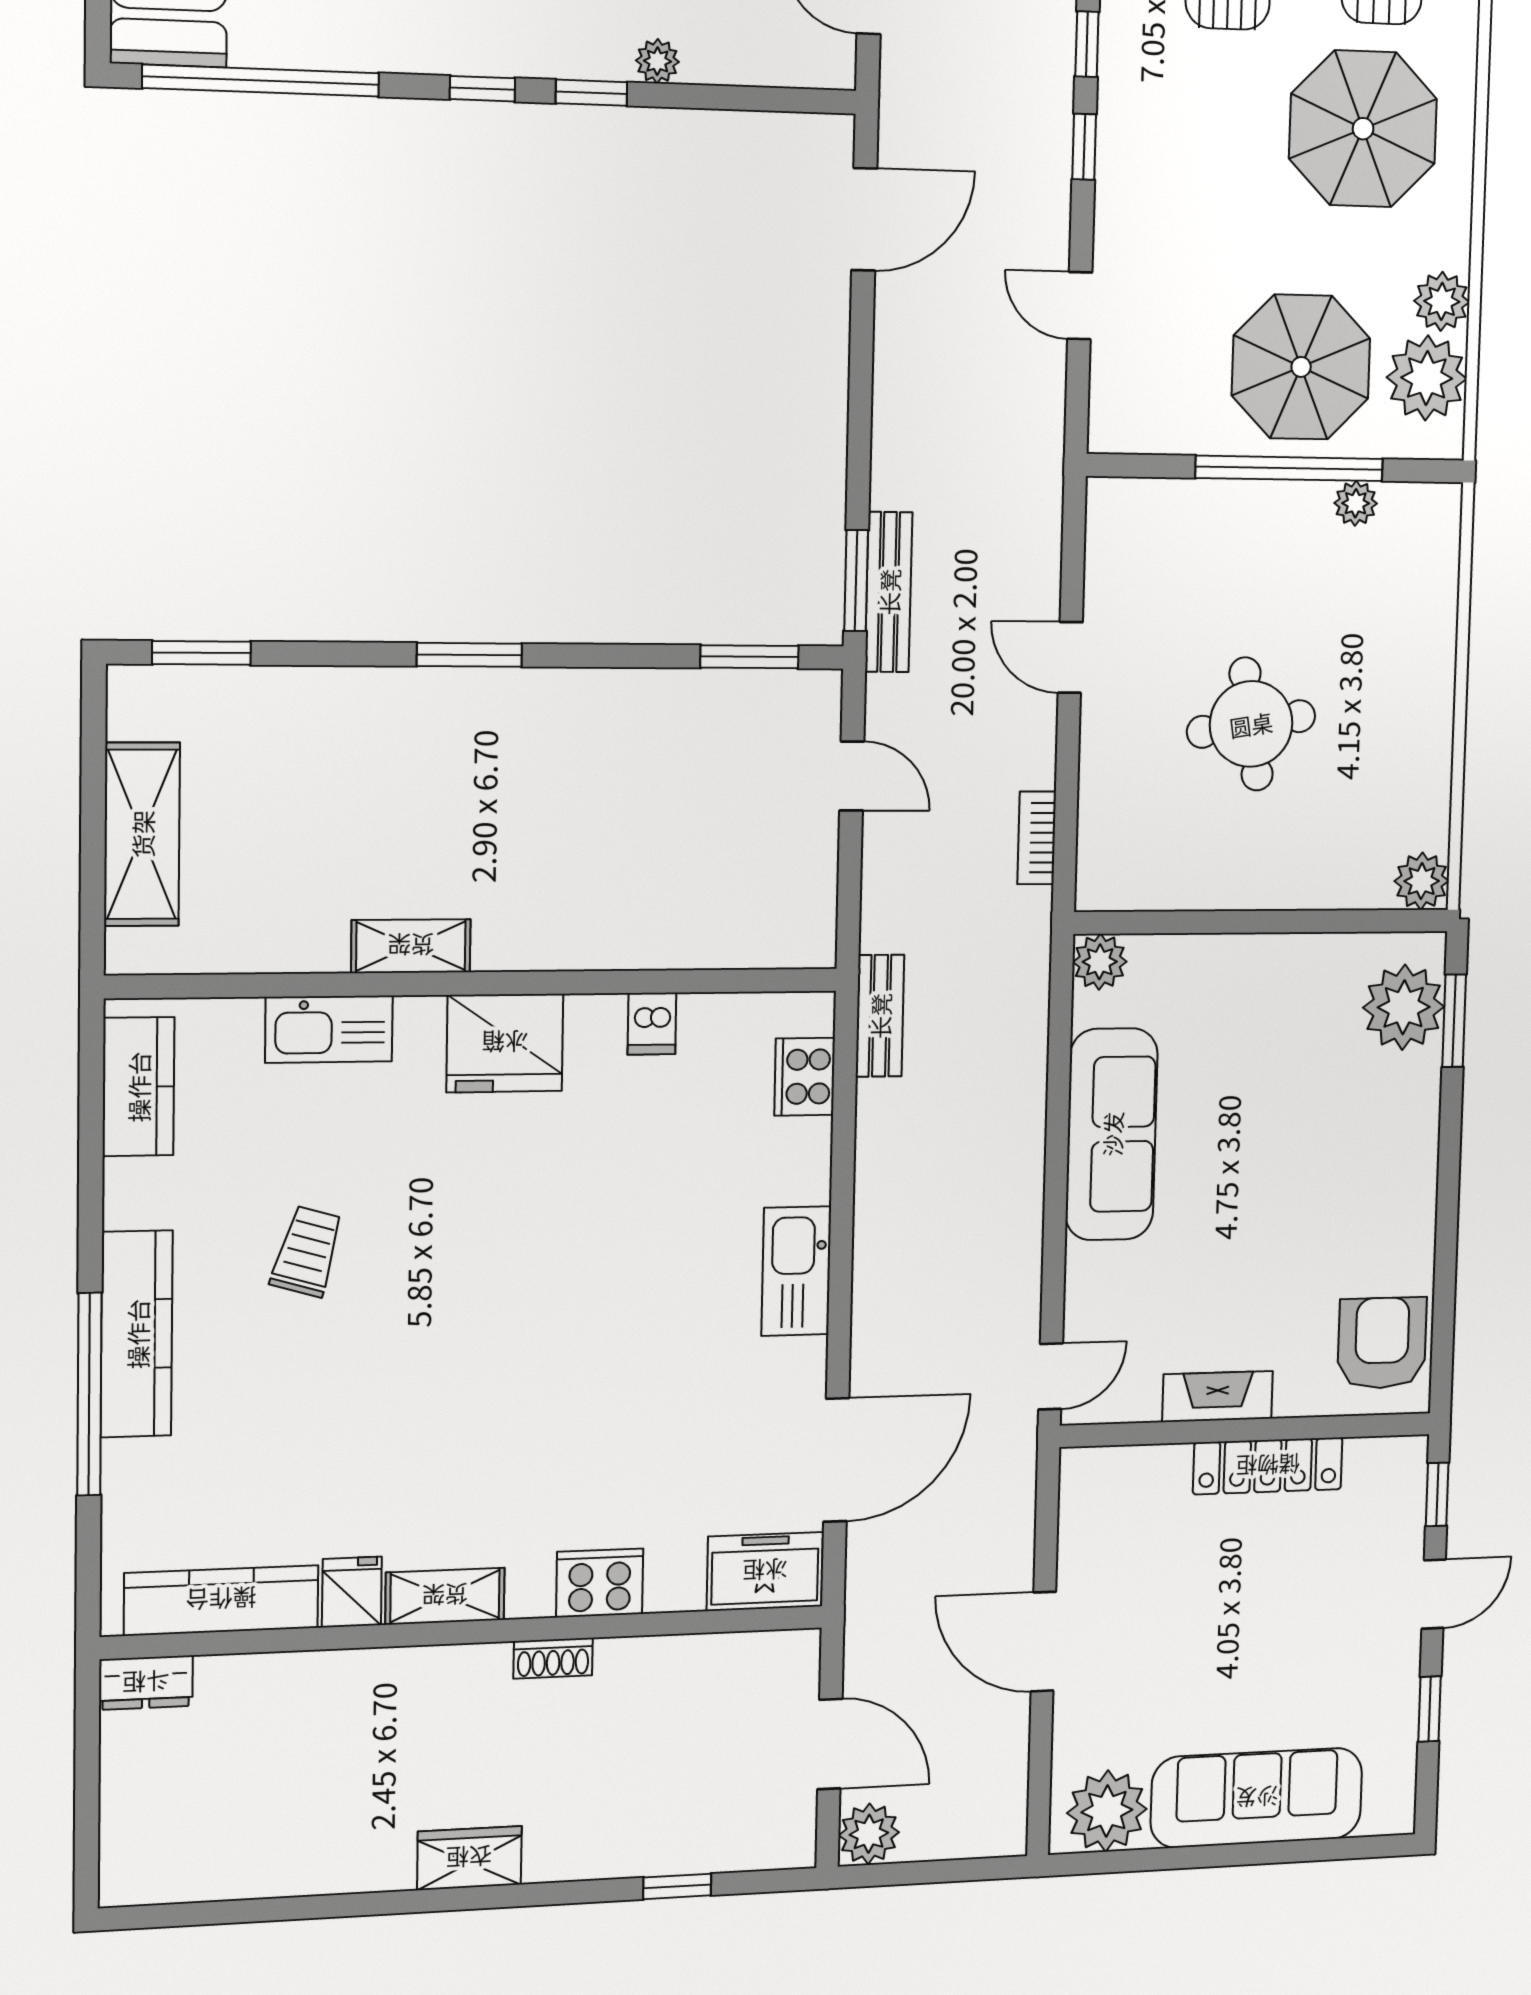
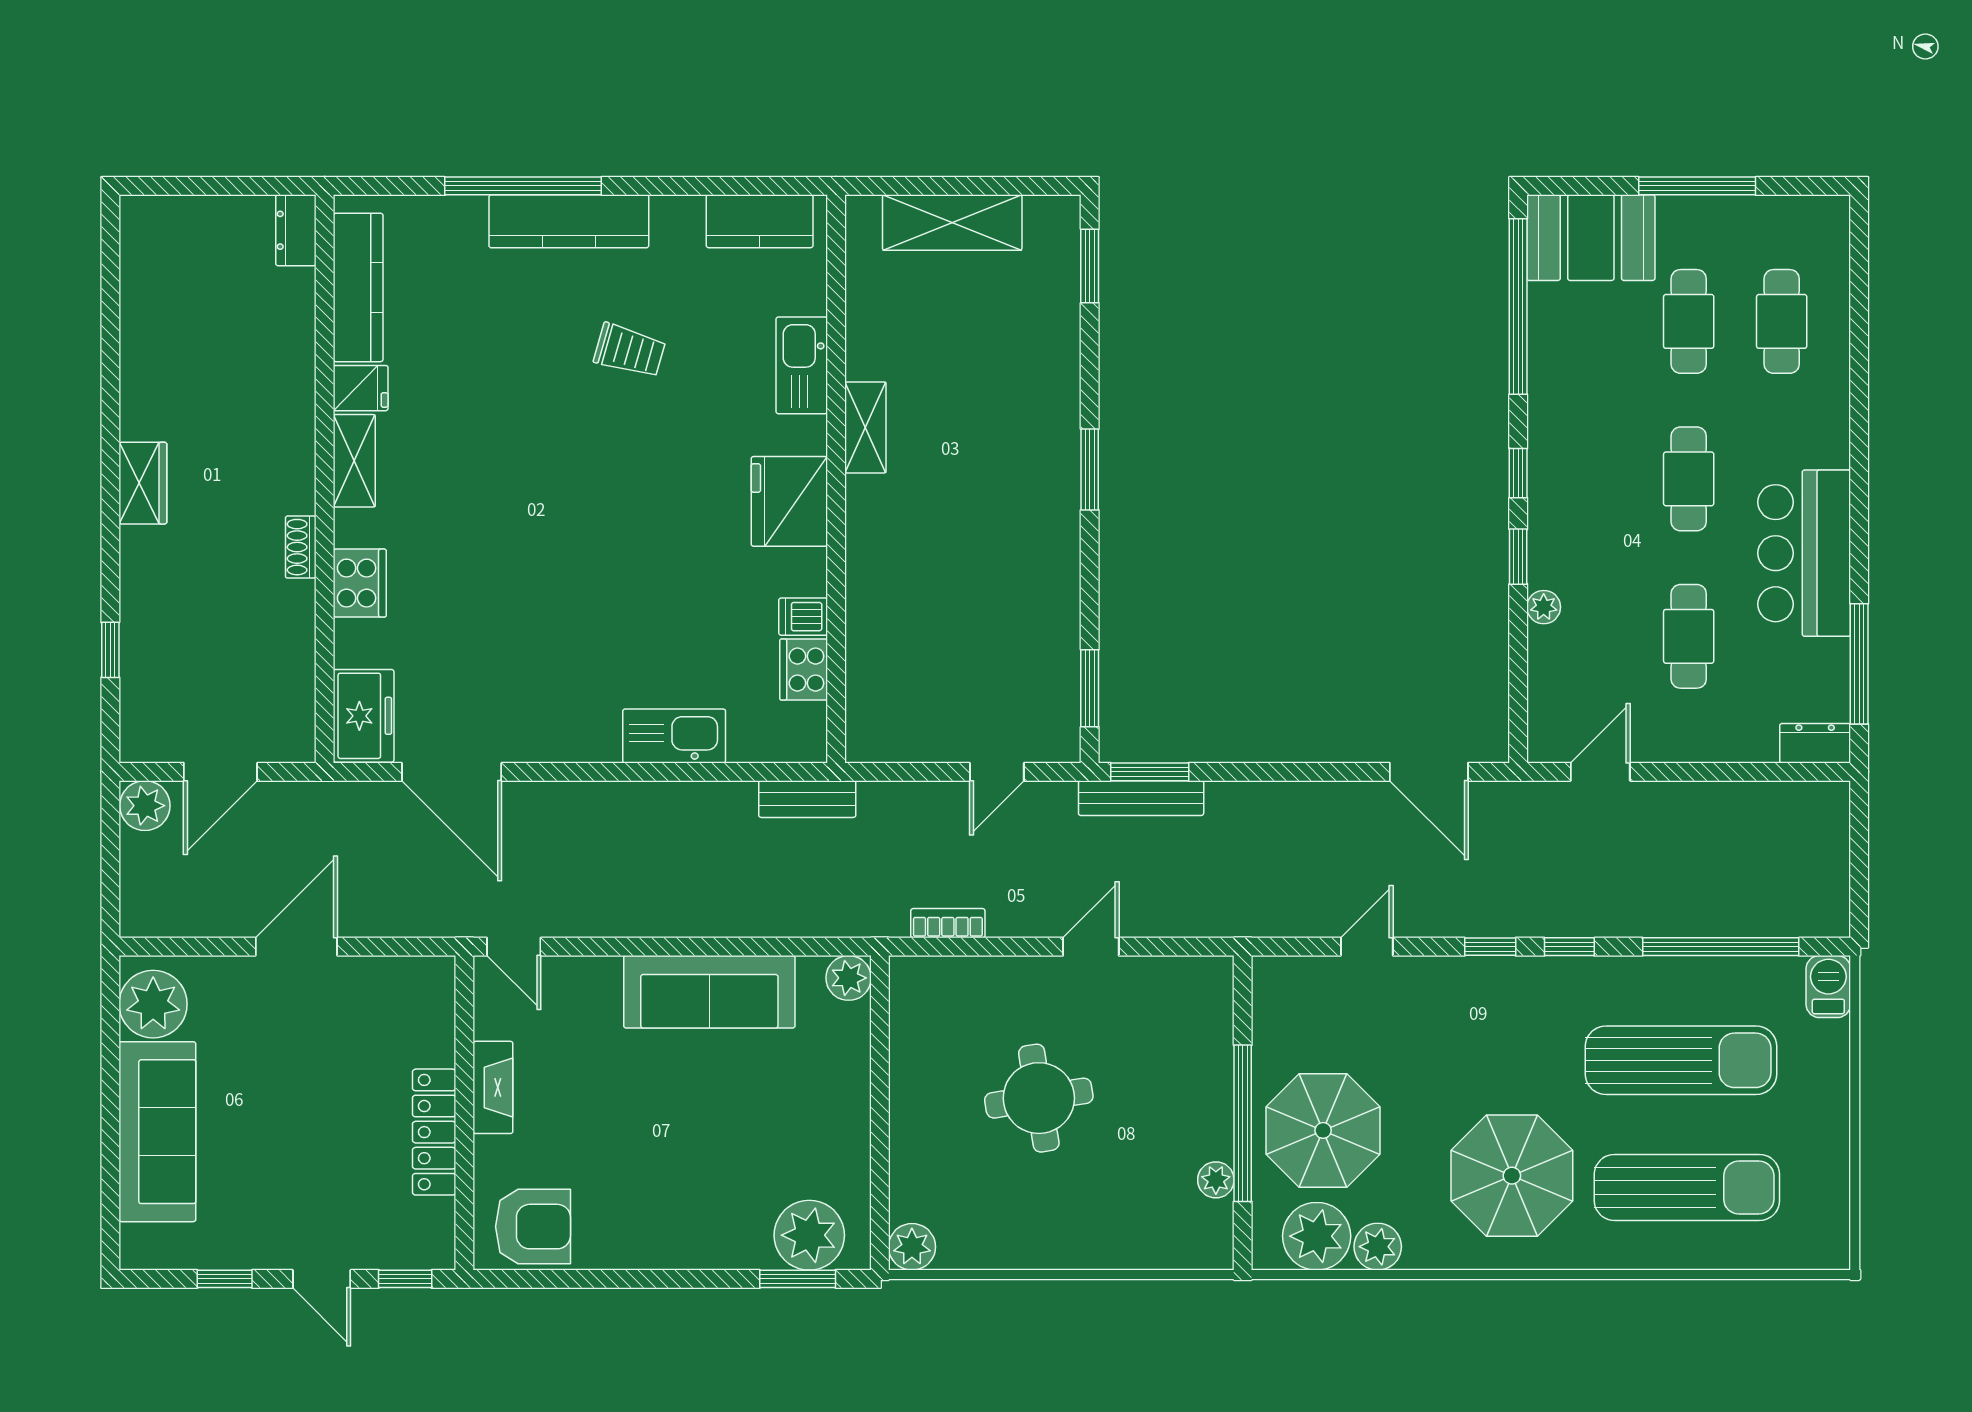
cooker: (805, 1077) -> (804, 670), moved, turned -90
kitchen sink: (796, 1271) -> (674, 736), moved

